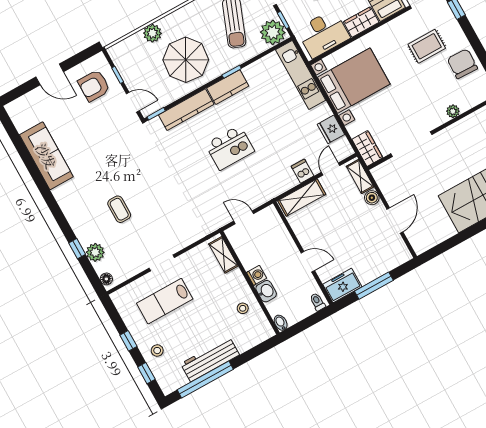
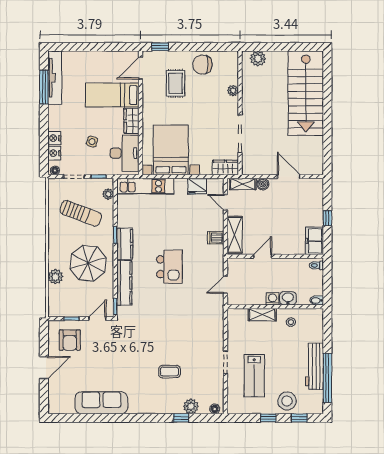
plant: (273, 32) -> (108, 194), width x0.53, depth x0.53
dishwasher: (303, 171) -> (216, 238), moved
shelving: (223, 255) -> (262, 315), moved
door: (308, 262) -> (263, 256), moved
window: (374, 286) -> (327, 218), width x0.46
stool: (157, 351) -> (287, 401), width x1.89, depth x1.89

